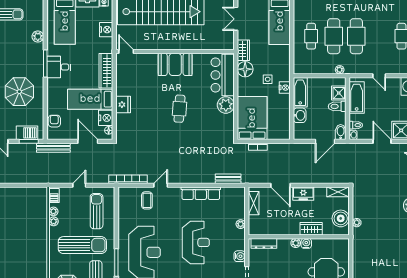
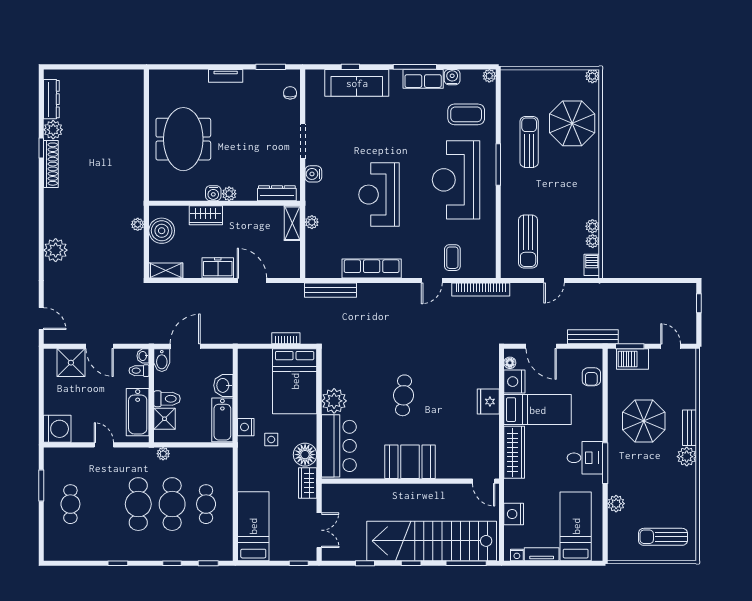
bench: (228, 179) -> (331, 290), width x1.36
shelving: (254, 203) -> (292, 223), moved
sun lounger: (82, 245) -> (549, 191), removed

